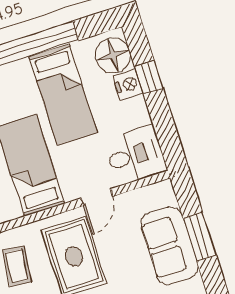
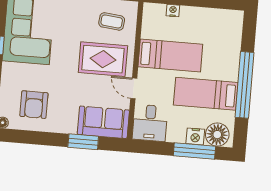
window: (149, 77) -> (194, 151), width x2.17
sofa: (169, 246) -> (103, 122), moved

